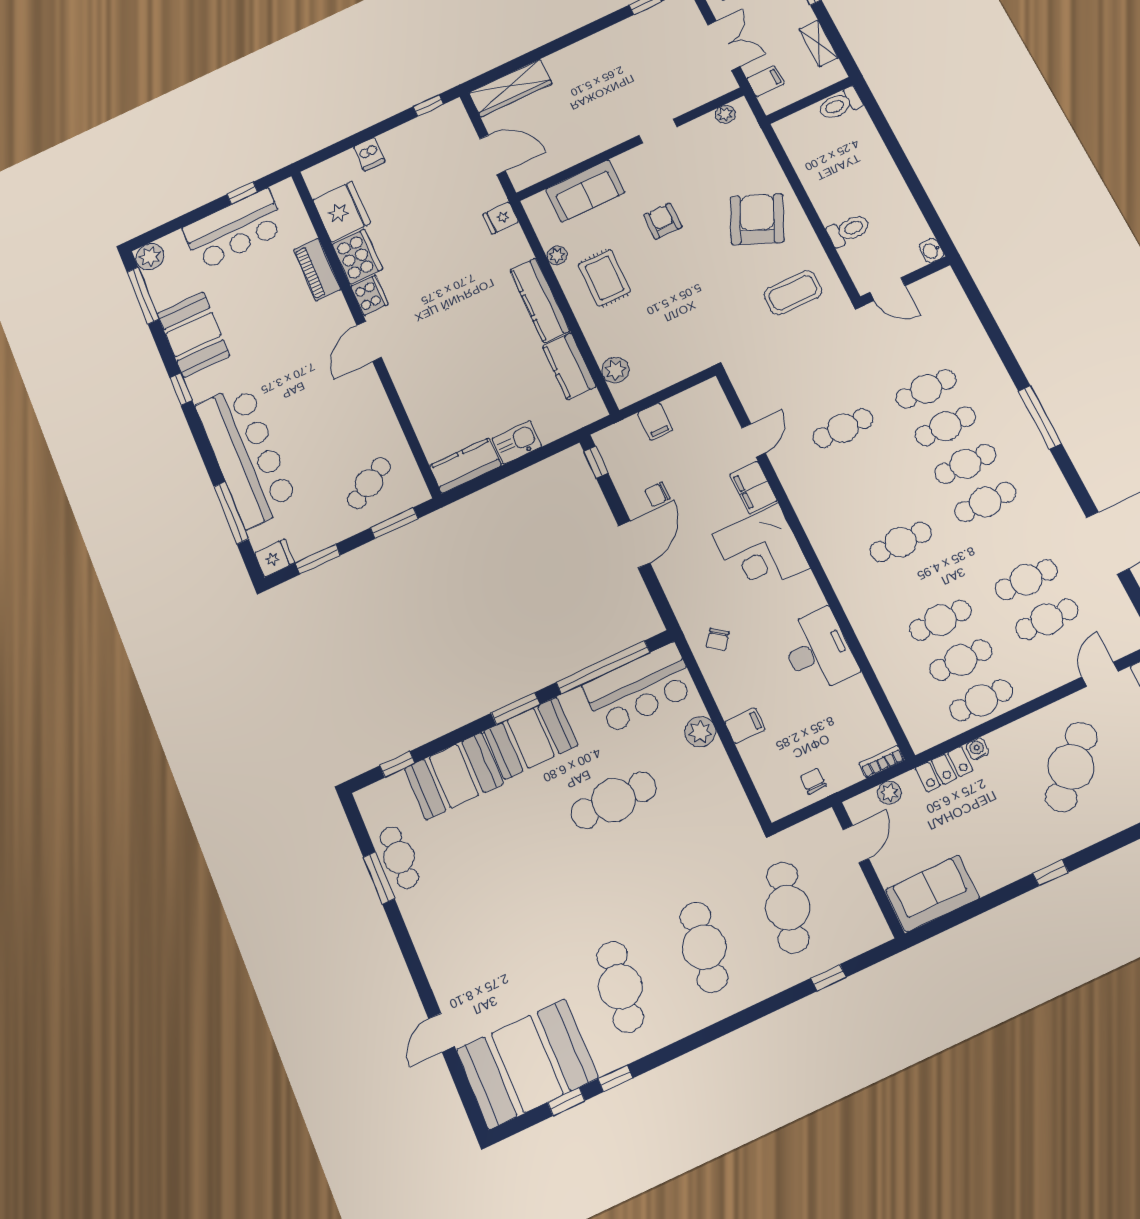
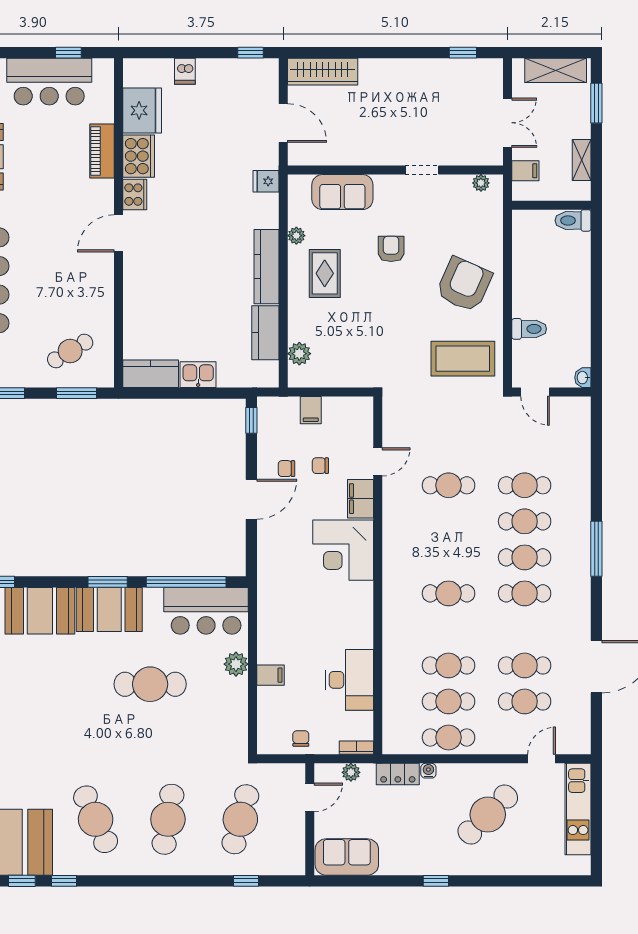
coffee table: (793, 293) -> (463, 359), width x1.36, depth x1.32
chair: (718, 639) -> (320, 466), moved, turned 53
desk: (818, 651) -> (349, 680), moved
cafe table: (620, 987) -> (96, 819), turned -33

